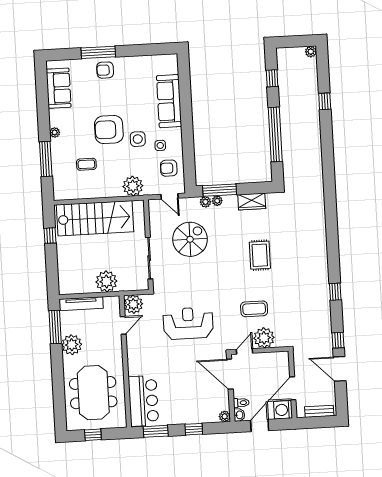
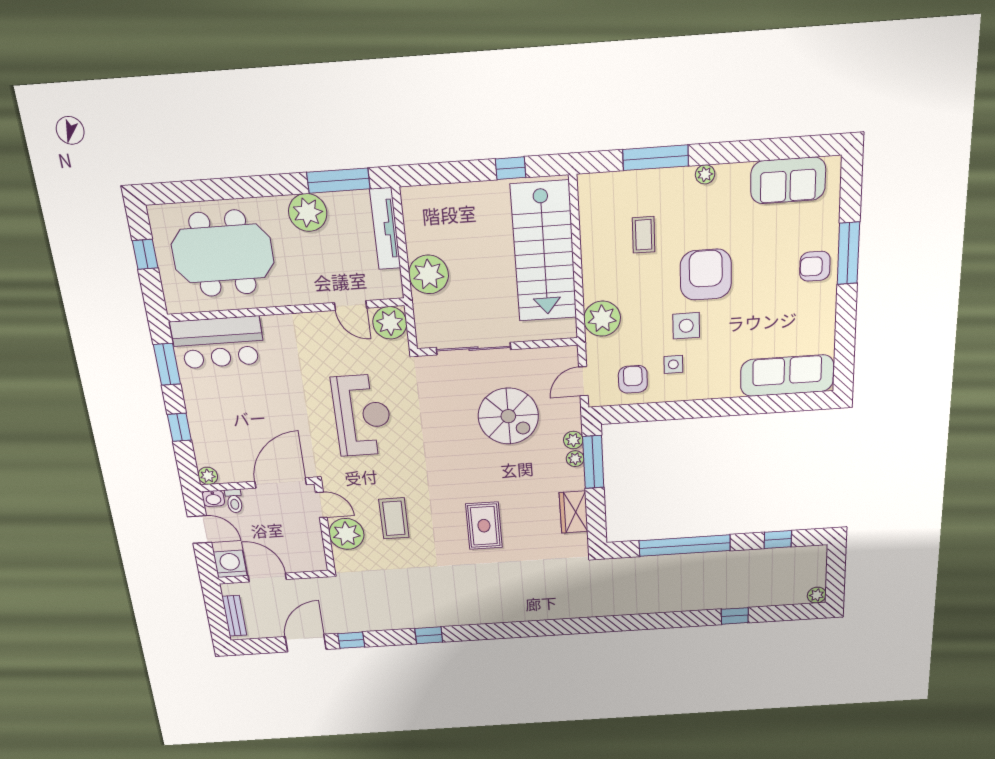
armchair: (105, 70) -> (815, 266), turned -90
sofa: (169, 101) -> (787, 376), moved
rug: (260, 255) -> (484, 526), turned 90

